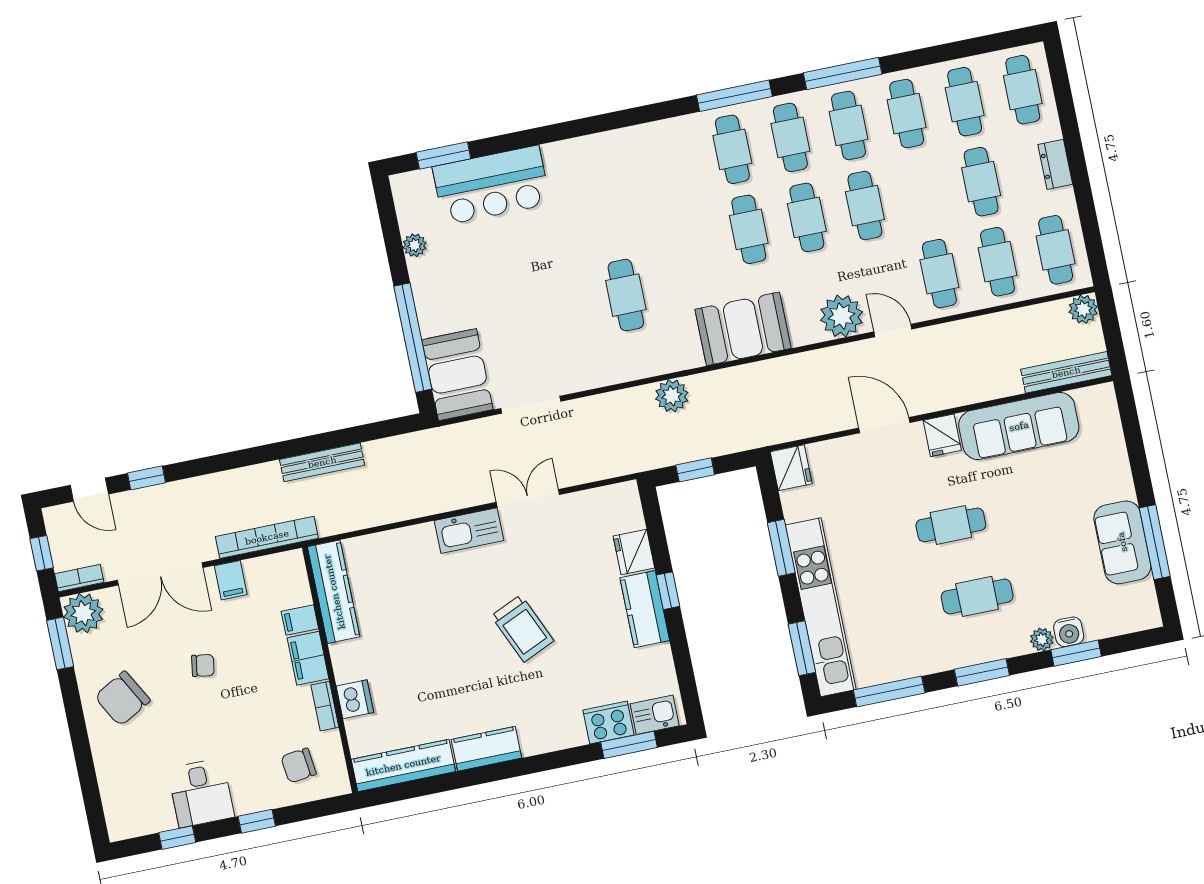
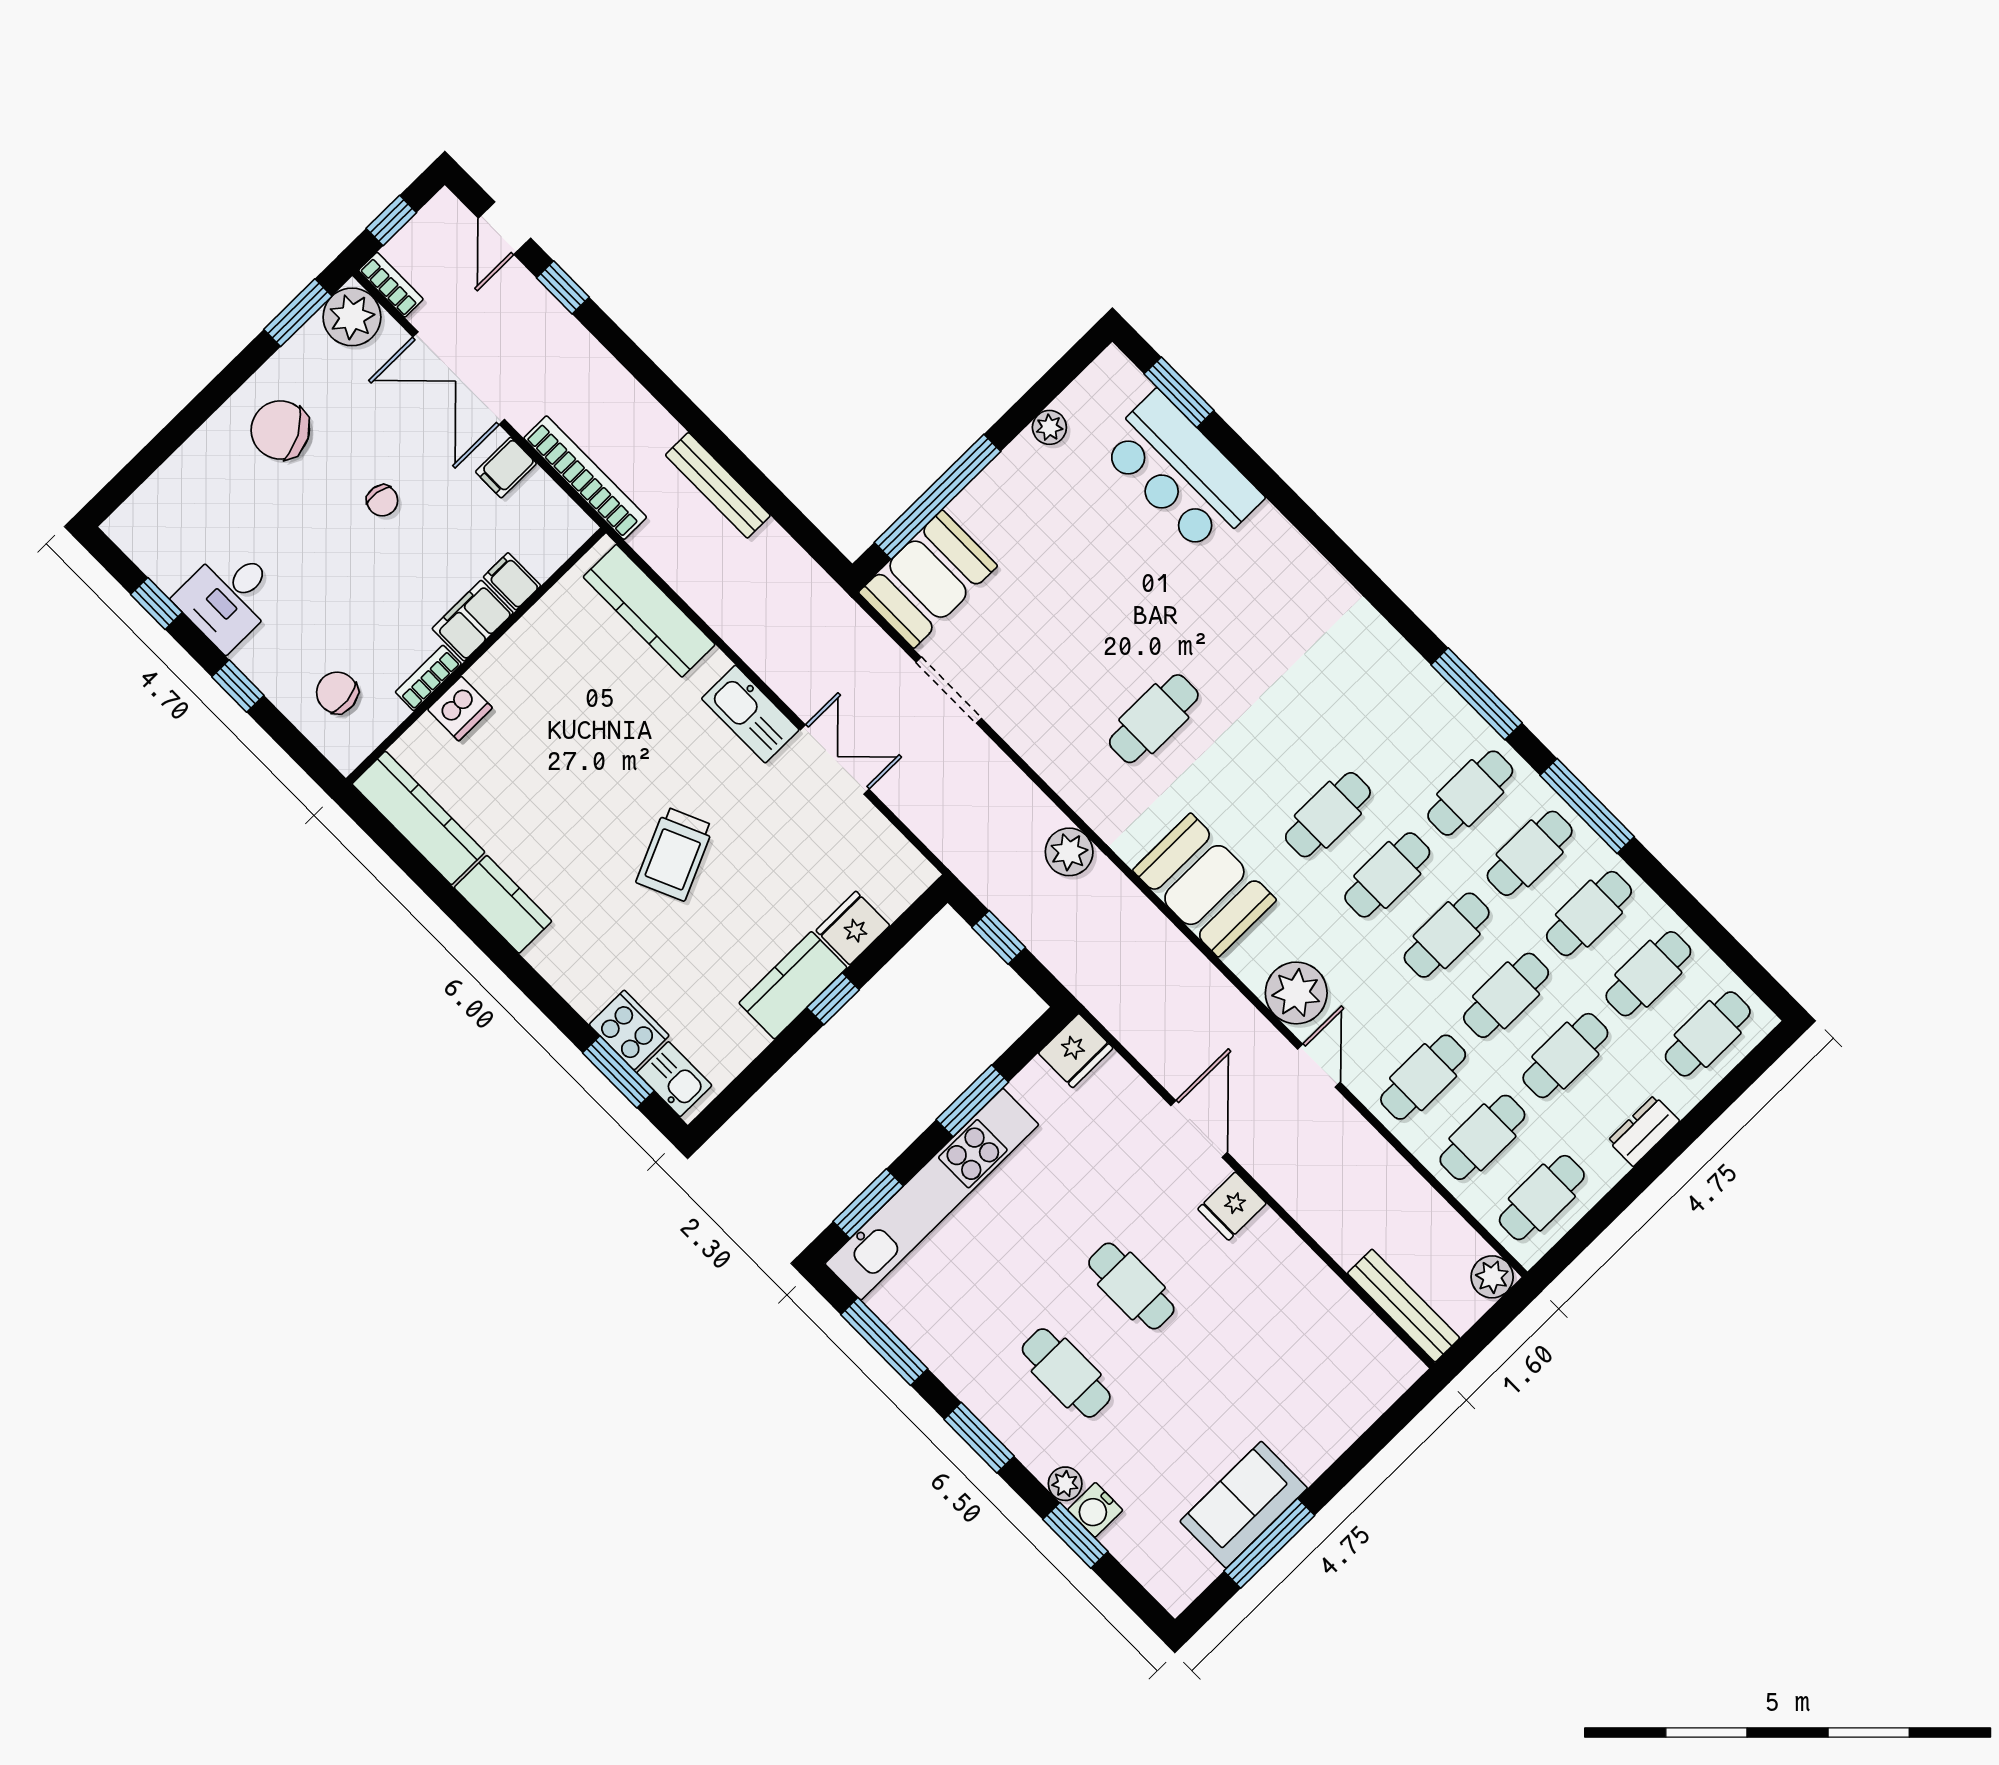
cafe table: (732, 149) -> (1506, 995), moved
sofa: (1019, 426) -> (1302, 1290), removed
kitchen counter: (334, 592) -> (649, 611), moved, turned 90

